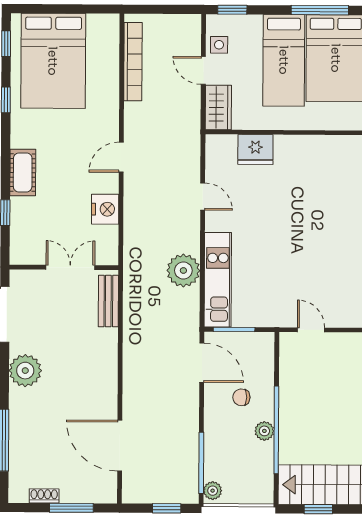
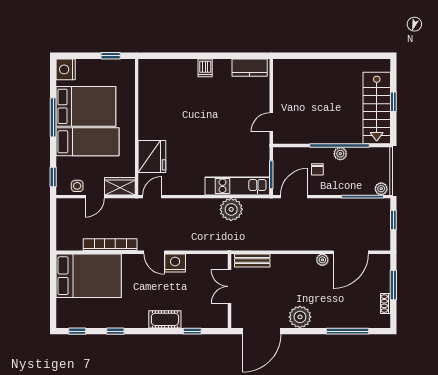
bed: (53, 61) -> (89, 276), moved
bookcase: (133, 62) -> (110, 245), moved
fridge: (255, 150) -> (152, 156), width x1.36, depth x1.34
door: (203, 197) -> (152, 197), moved
nightstand: (105, 209) -> (175, 263), moved
plant: (109, 404) -> (322, 260), added
window: (318, 509) -> (393, 102), moved

